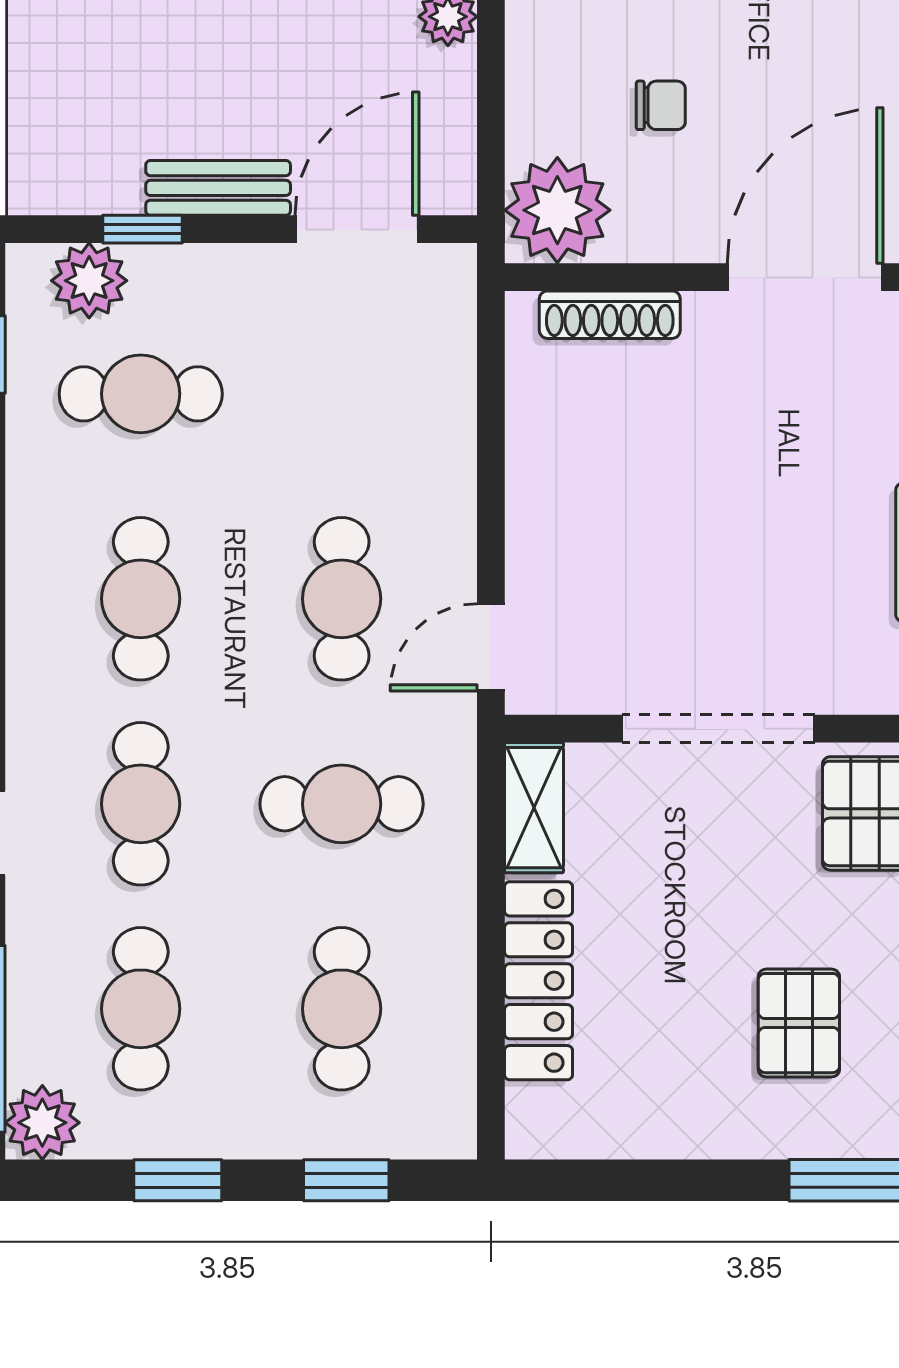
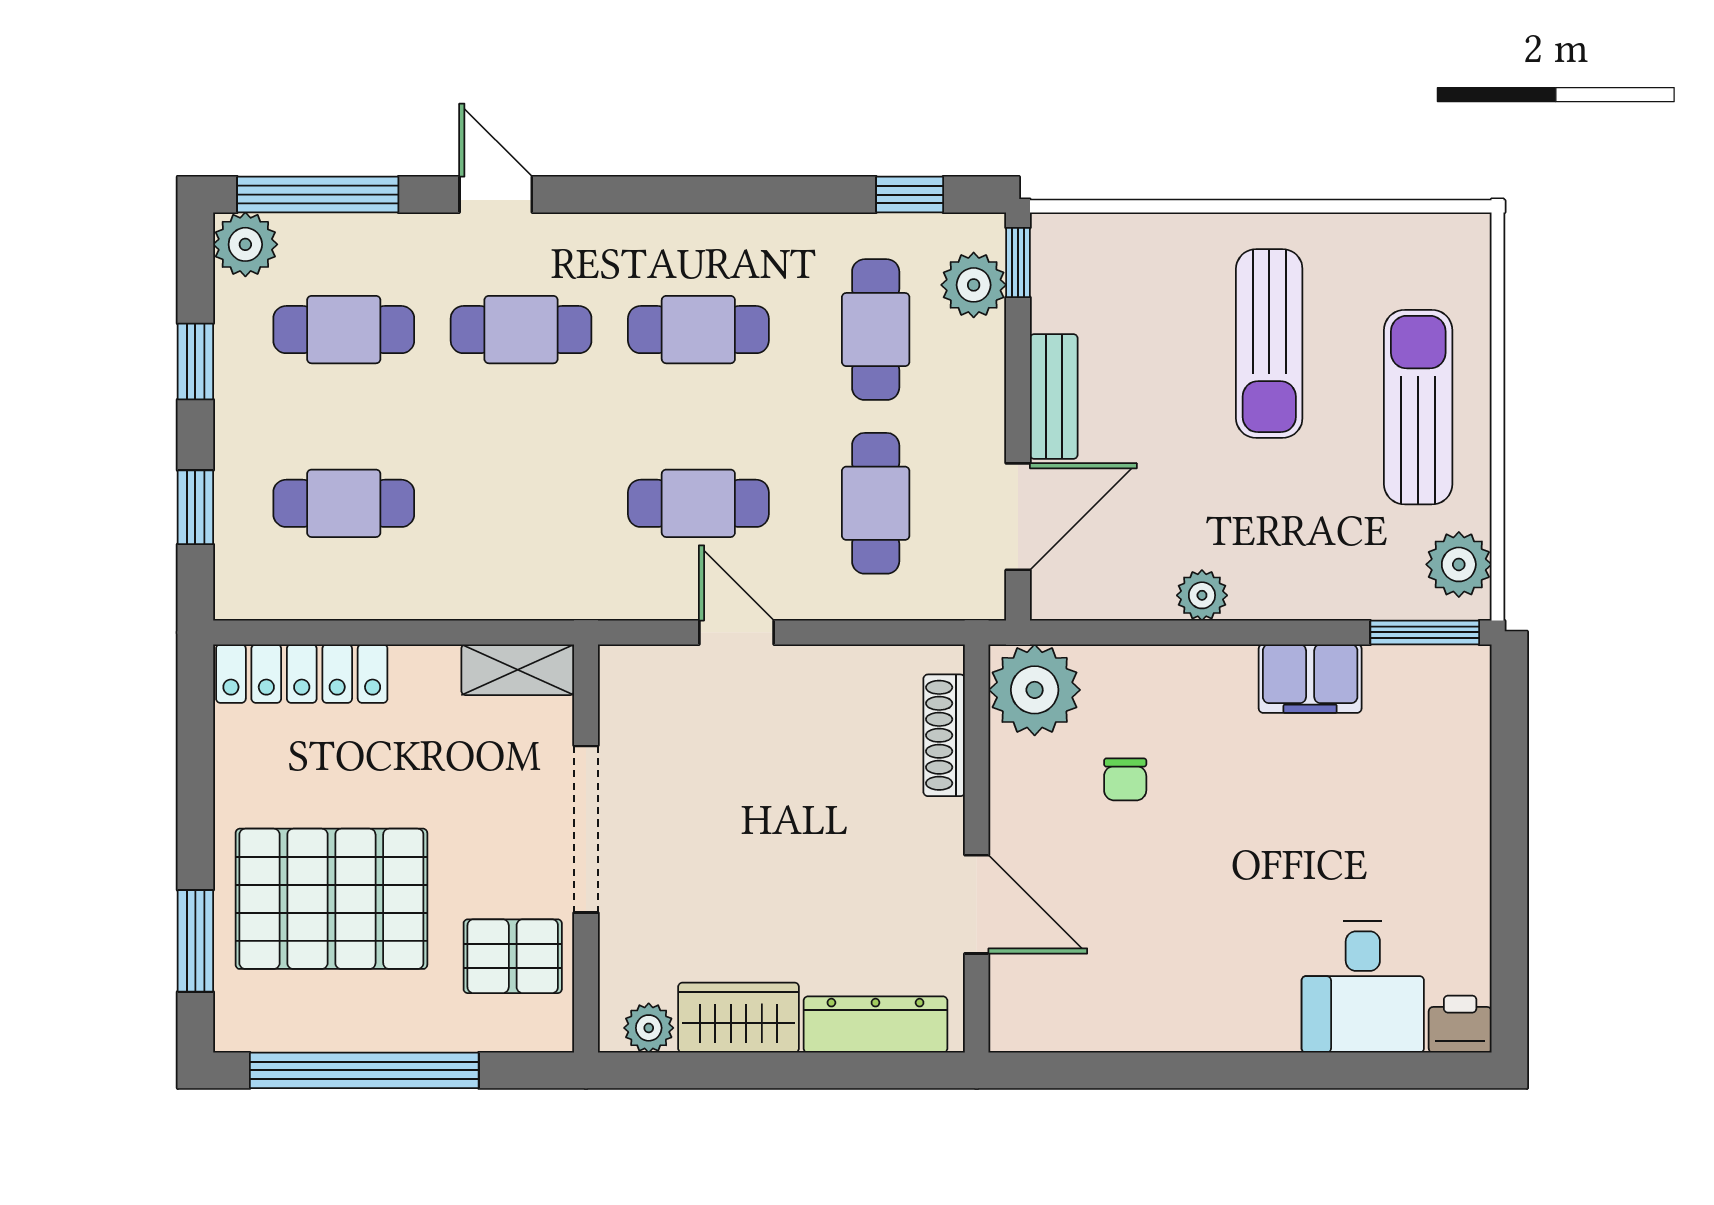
window: (143, 229) -> (1018, 262), moved
door: (357, 229) -> (1018, 517), hinge flipped
door: (805, 277) -> (977, 904), width x0.73
door: (491, 647) -> (736, 632), moved
cafe table: (342, 804) -> (876, 503), moved
locker: (538, 981) -> (302, 674), moved
pallet: (799, 1023) -> (331, 899), width x2.05, depth x2.00

